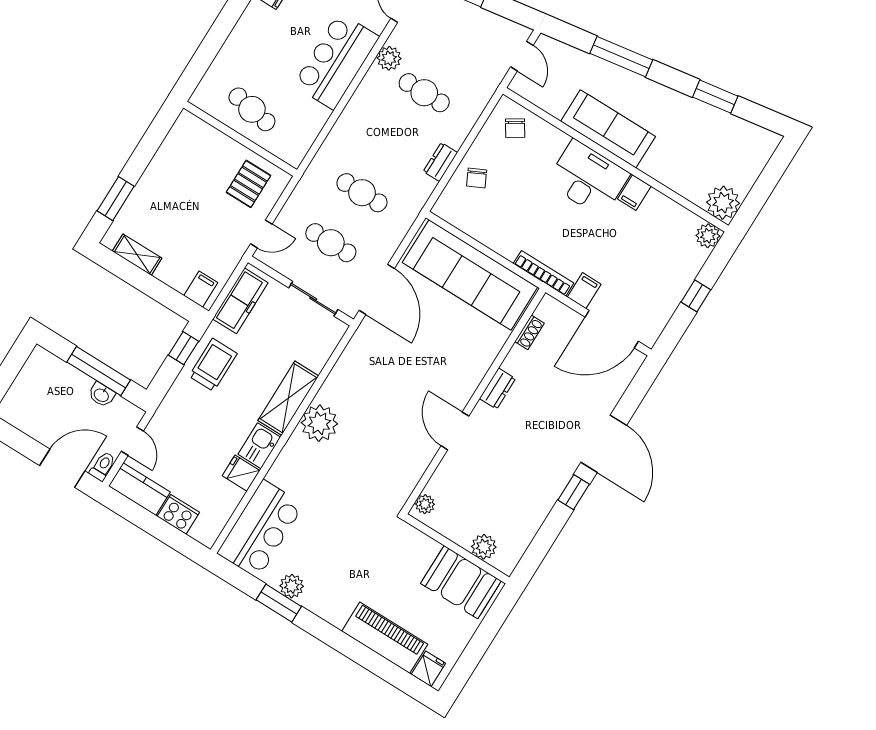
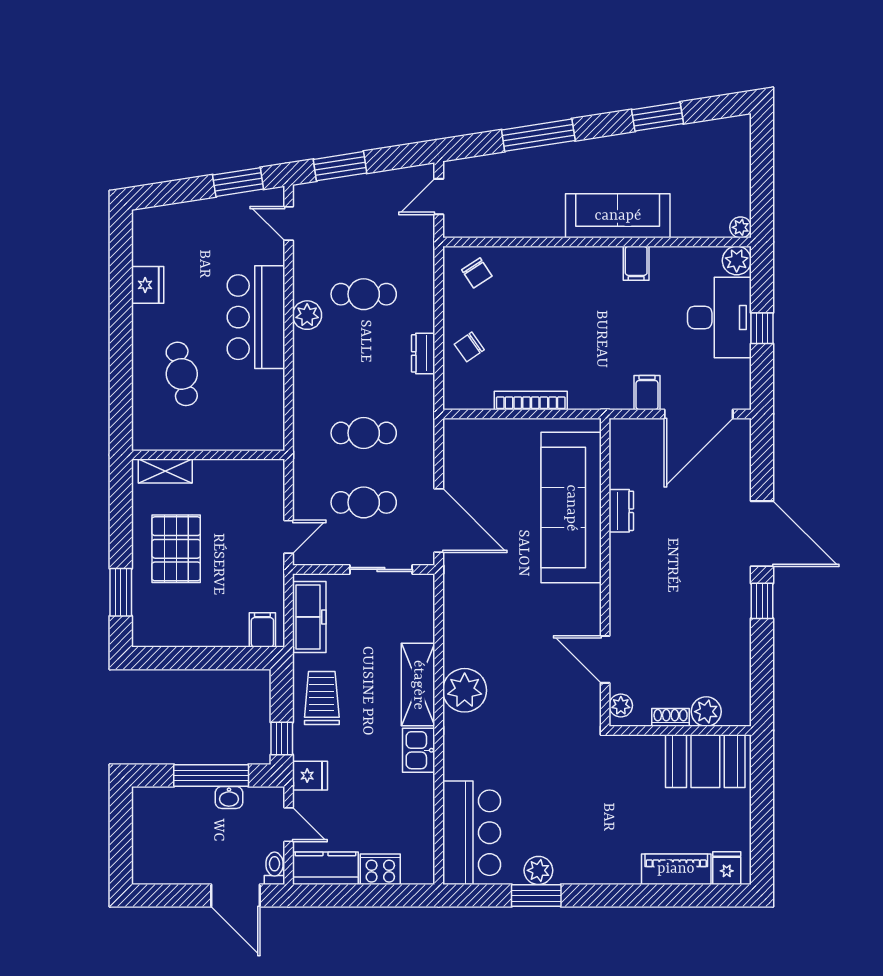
door: (522, 56) -> (439, 197), swing flipped
plant: (389, 58) -> (307, 315), moved
cafe table: (252, 109) -> (182, 374), moved, turned 68
sofa: (608, 129) -> (618, 216), moved
chair: (477, 178) -> (469, 347), turned 81
desk: (588, 178) -> (719, 317), moved, turned 90
pallet: (248, 184) -> (176, 549), moved, width x1.50, depth x1.42
plant: (723, 203) -> (741, 227), width x0.53, depth x0.53
shelving: (137, 255) -> (165, 471), moved
bookcase: (544, 273) -> (531, 401), moved
sofa: (470, 275) -> (571, 508), moved, turned 90
shoe rack: (529, 332) -> (671, 717), moved, turned -90
window: (183, 348) -> (282, 739), moved
dresser: (497, 389) -> (621, 511), moved
door: (455, 431) -> (605, 659), moved
door: (62, 468) -> (235, 896), swing flipped
fridge: (241, 473) -> (310, 776), moved, turned 180
piano: (385, 638) -> (676, 869), width x0.73, depth x0.75

